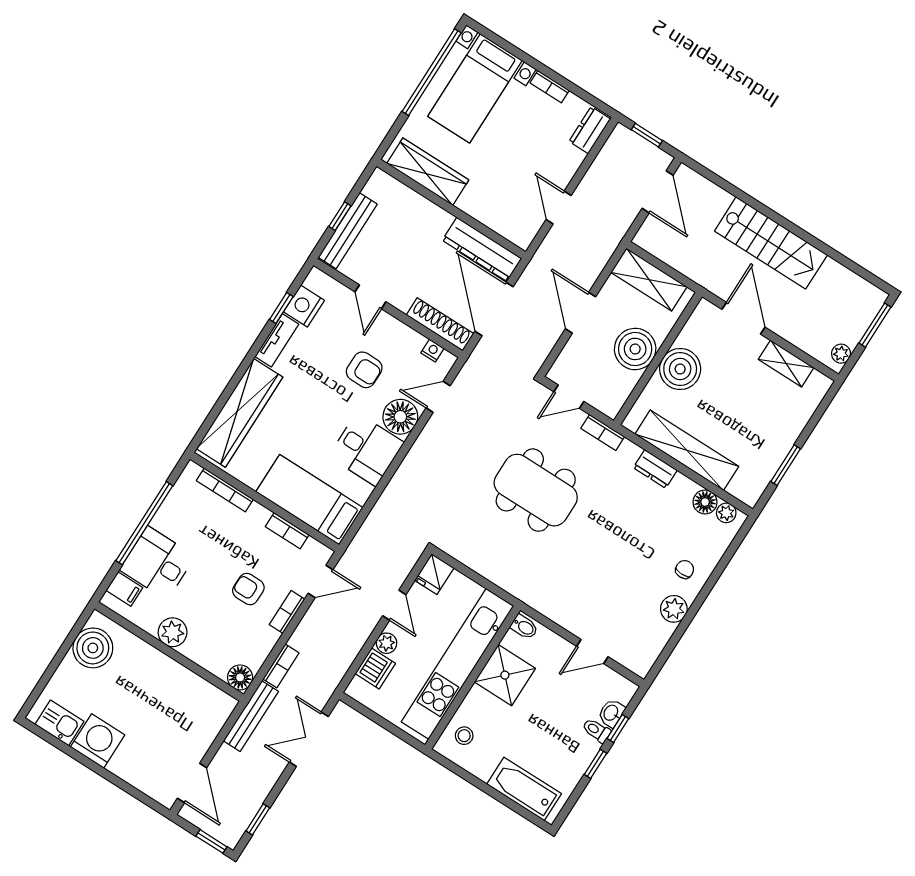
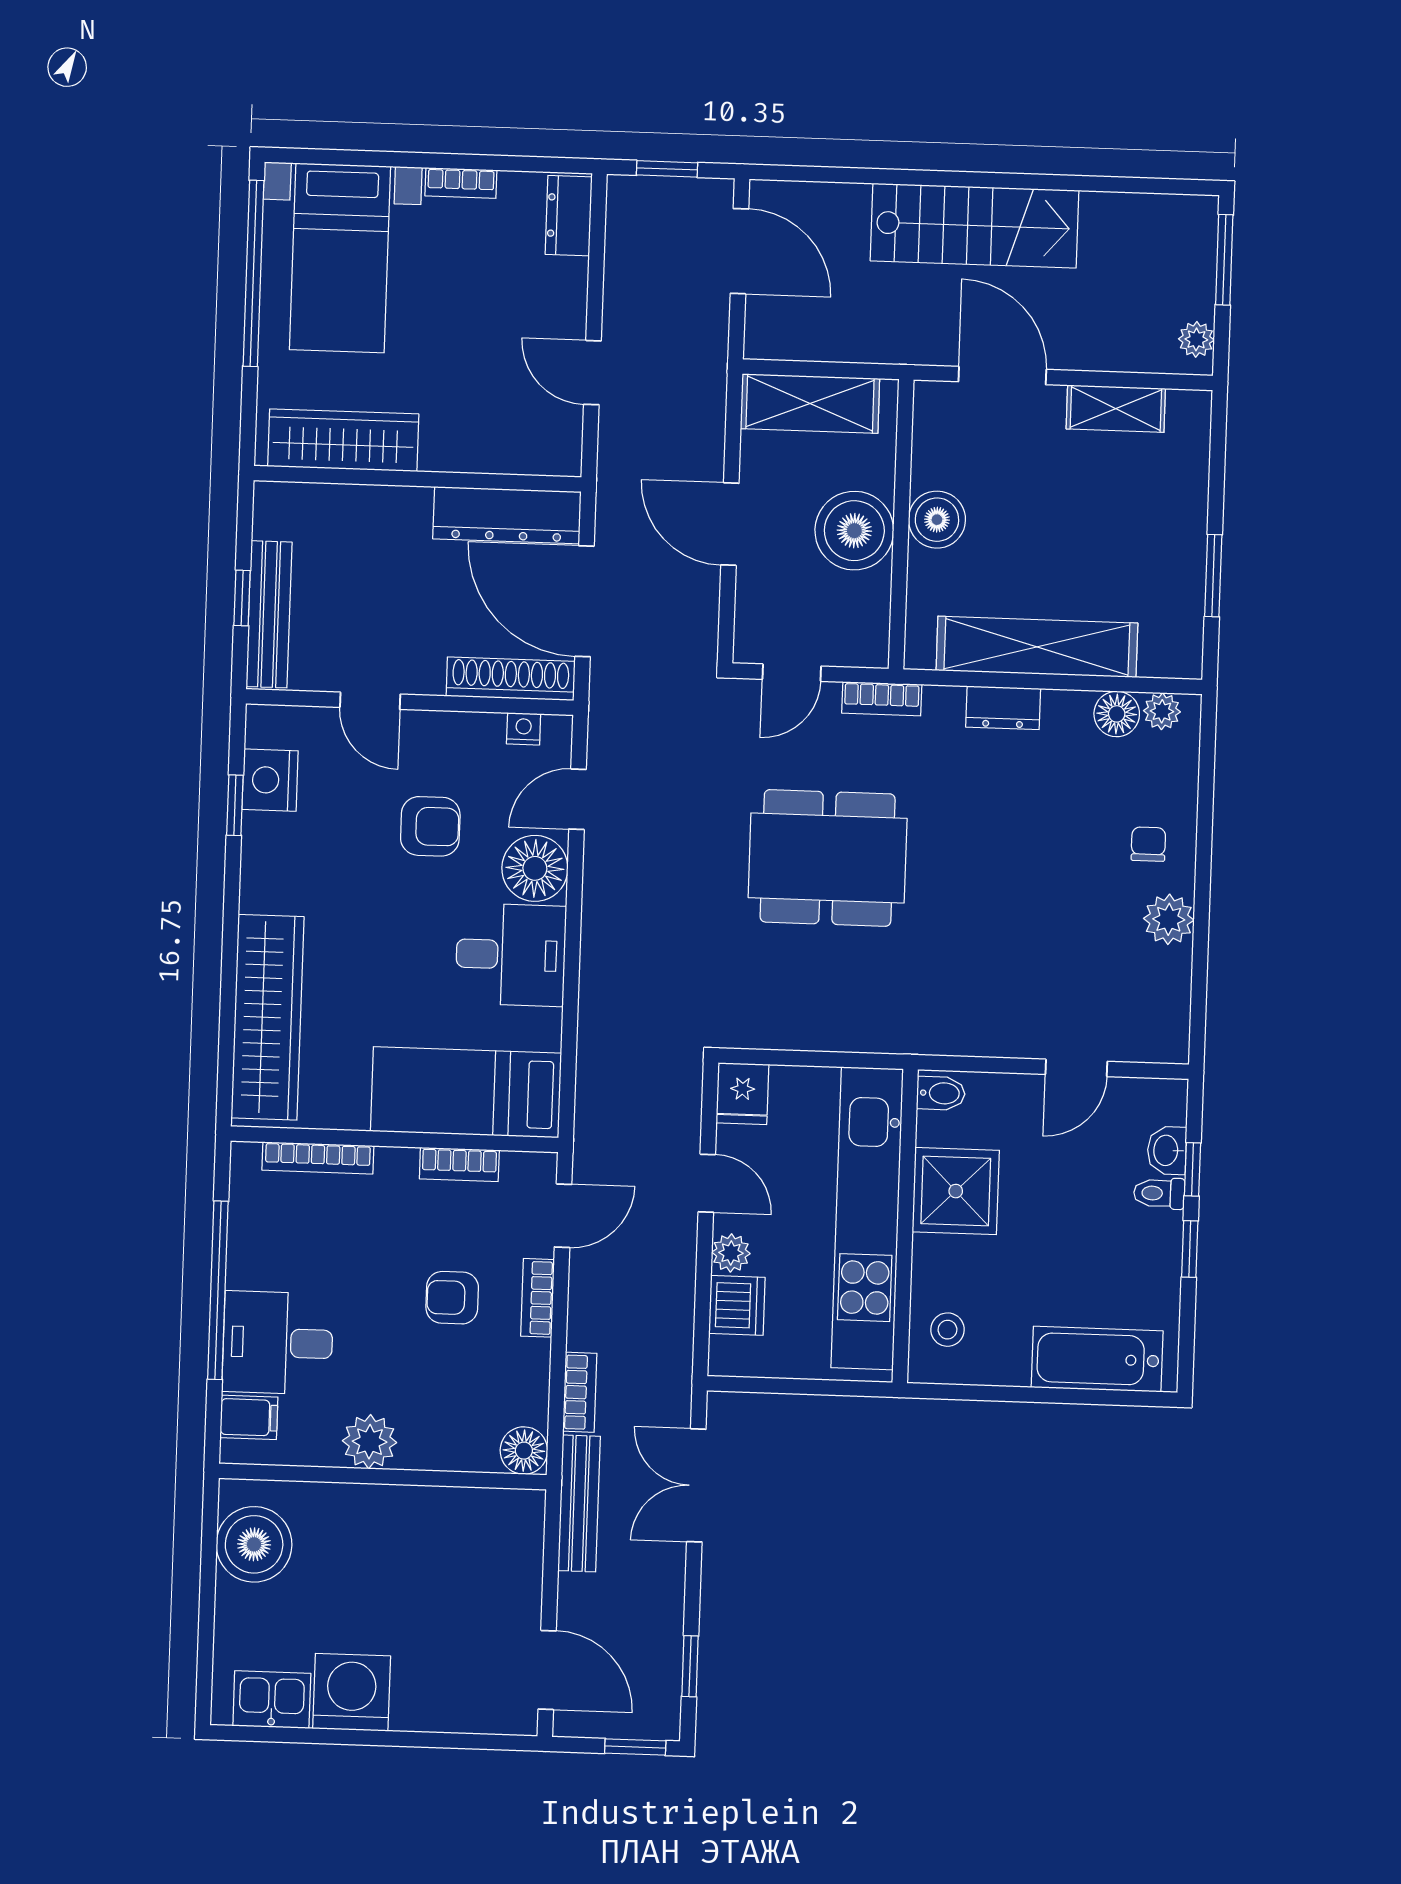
tv unit: (277, 340) -> (259, 863), removed
boiler: (680, 369) -> (937, 520), width x0.73, depth x0.73

